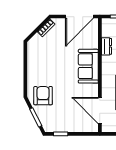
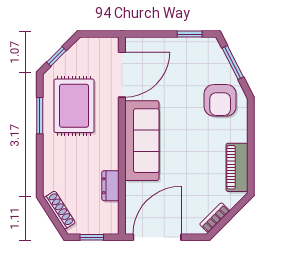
piano: (33, 57) -> (237, 167), added
sofa: (88, 66) -> (142, 141), width x1.36
door: (100, 110) -> (122, 75), hinge flipped

